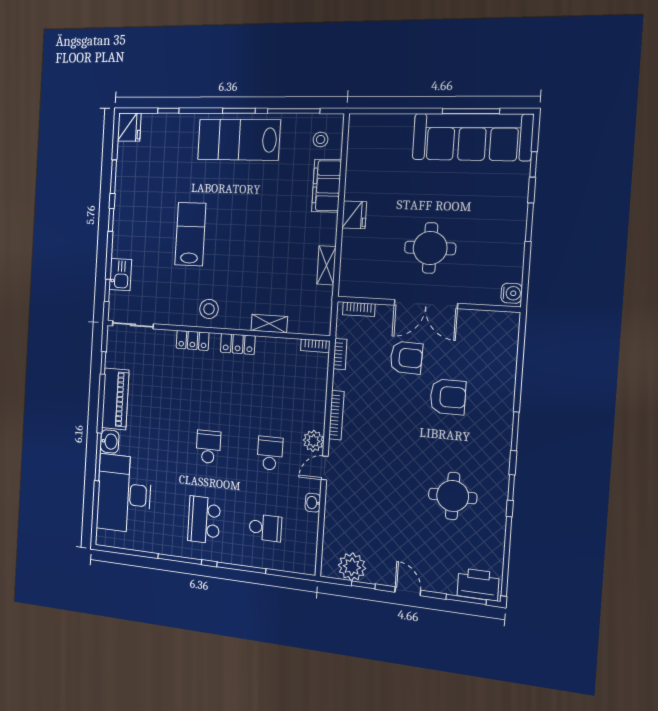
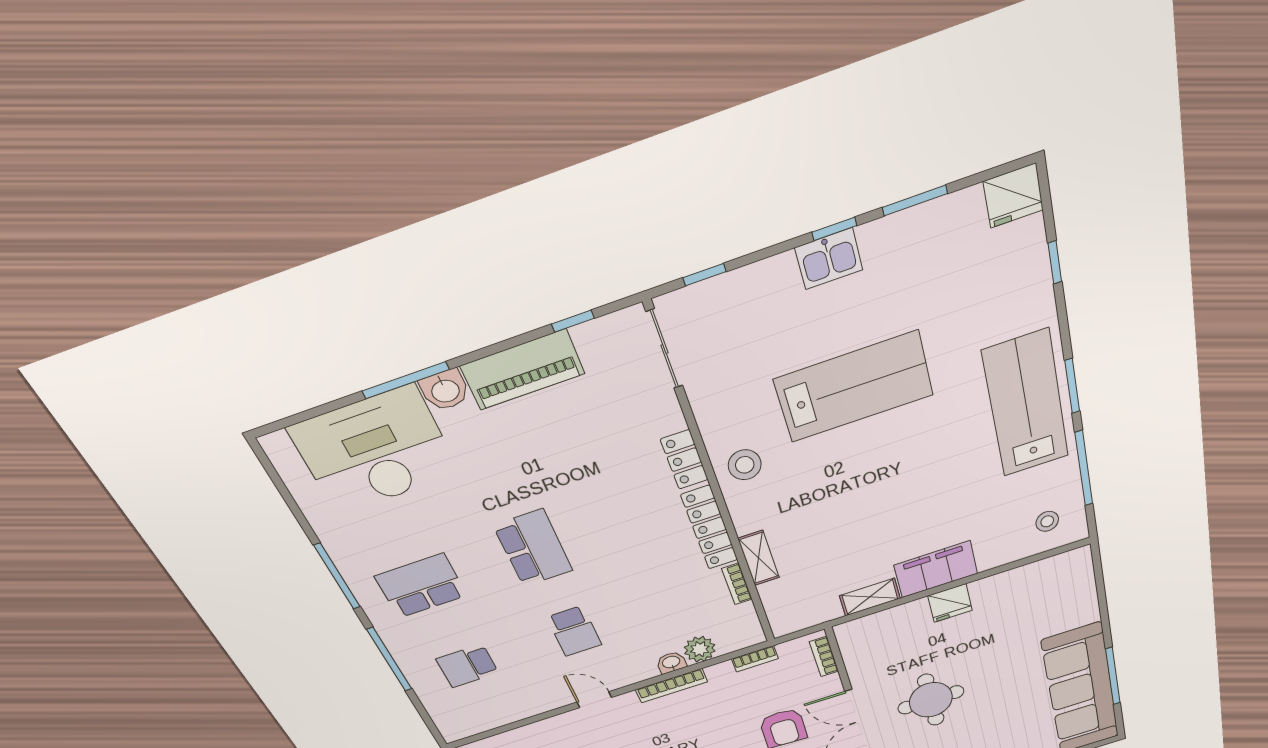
filing cabinet: (327, 186) -> (936, 569), moved
lab bench: (190, 234) -> (854, 387), width x1.36, depth x1.39
kitchen sink: (120, 275) -> (829, 259), moved
locker: (238, 344) -> (710, 528), width x1.53
bookcase: (315, 346) -> (737, 584), moved
plant: (313, 441) -> (700, 649), moved
school desk: (208, 447) -> (533, 548), width x1.85
school desk: (270, 453) -> (574, 631), turned 90
washbasin: (313, 503) -> (671, 663), moved
school desk: (265, 528) -> (467, 666), turned 90

